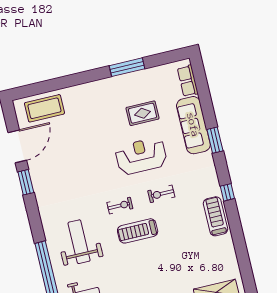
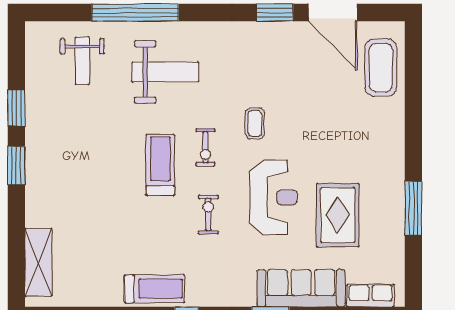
rug: (143, 113) -> (338, 215), width x1.36, depth x1.43
coffee table: (98, 178) -> (255, 123), added

